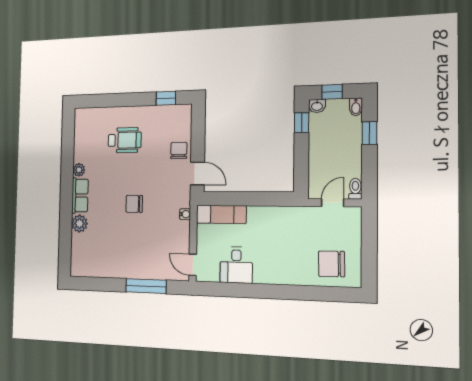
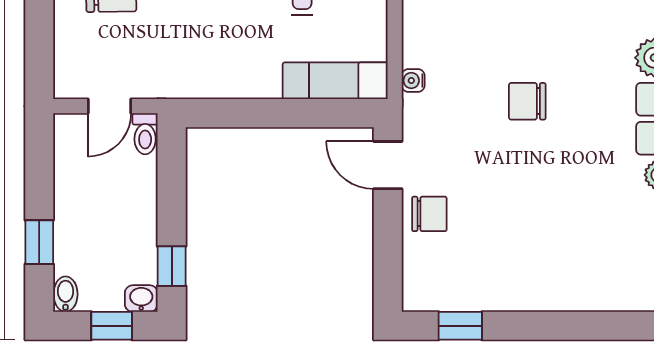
wheelchair: (125, 140) -> (553, 238), removed
chair: (179, 151) -> (429, 214), turned -90
toilet: (355, 189) -> (145, 134), moved
chair: (134, 204) -> (527, 101), turned 180

